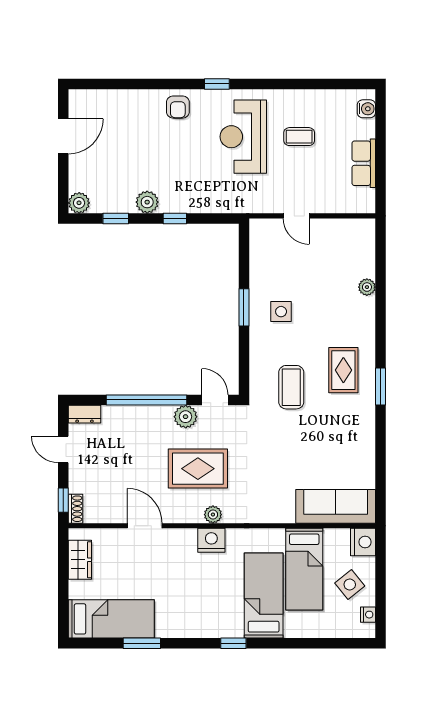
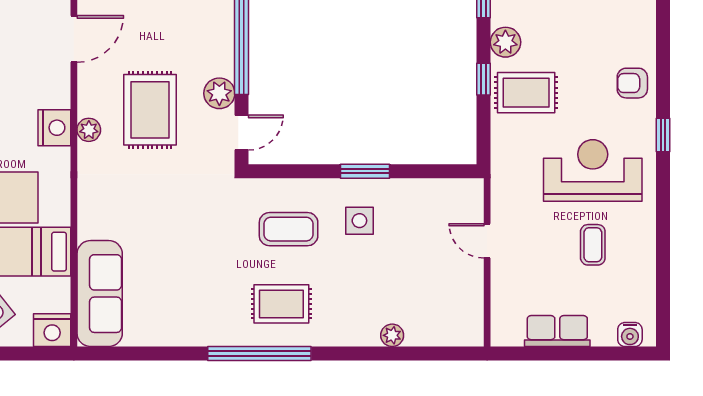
rug: (185, 187) -> (526, 93), added
door: (296, 216) -> (487, 241), hinge flipped
coffee table: (291, 387) -> (289, 229), moved
window: (381, 387) -> (259, 353), width x2.11

